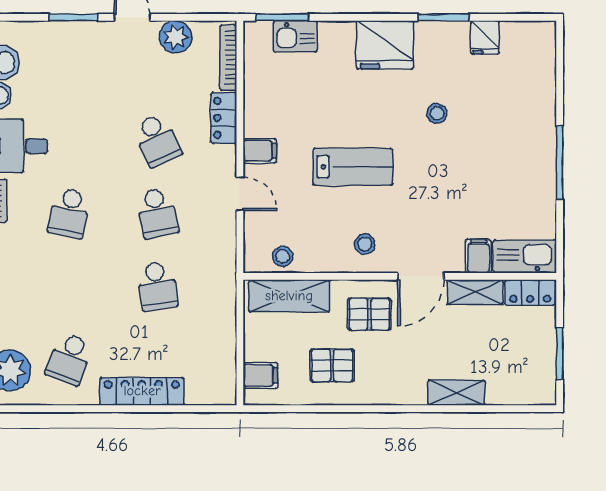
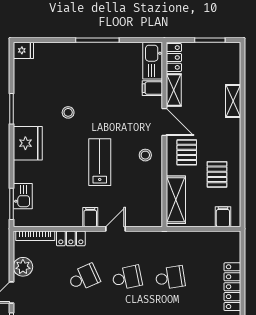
fridge: (485, 37) -> (23, 50), moved
stool: (283, 256) -> (153, 204), removed

